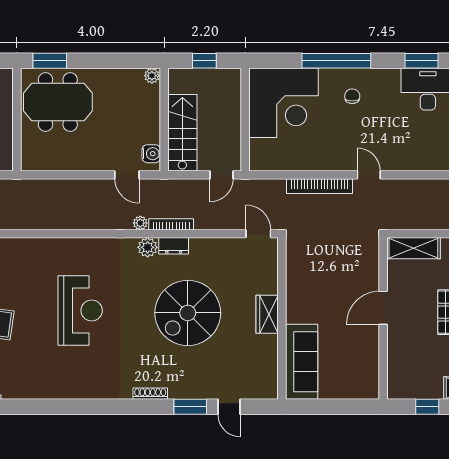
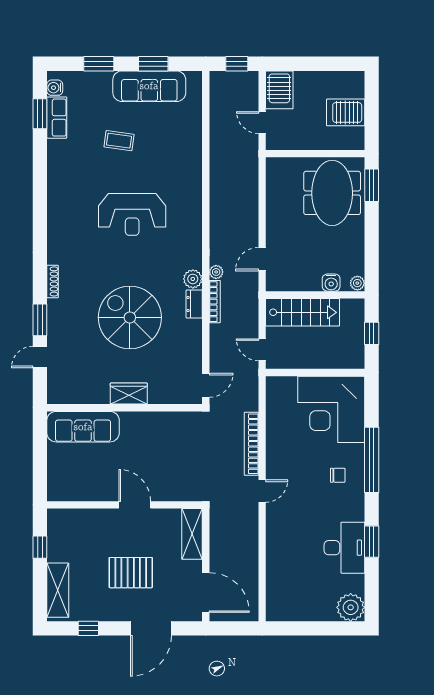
water cooler: (151, 154) -> (331, 283), moved

